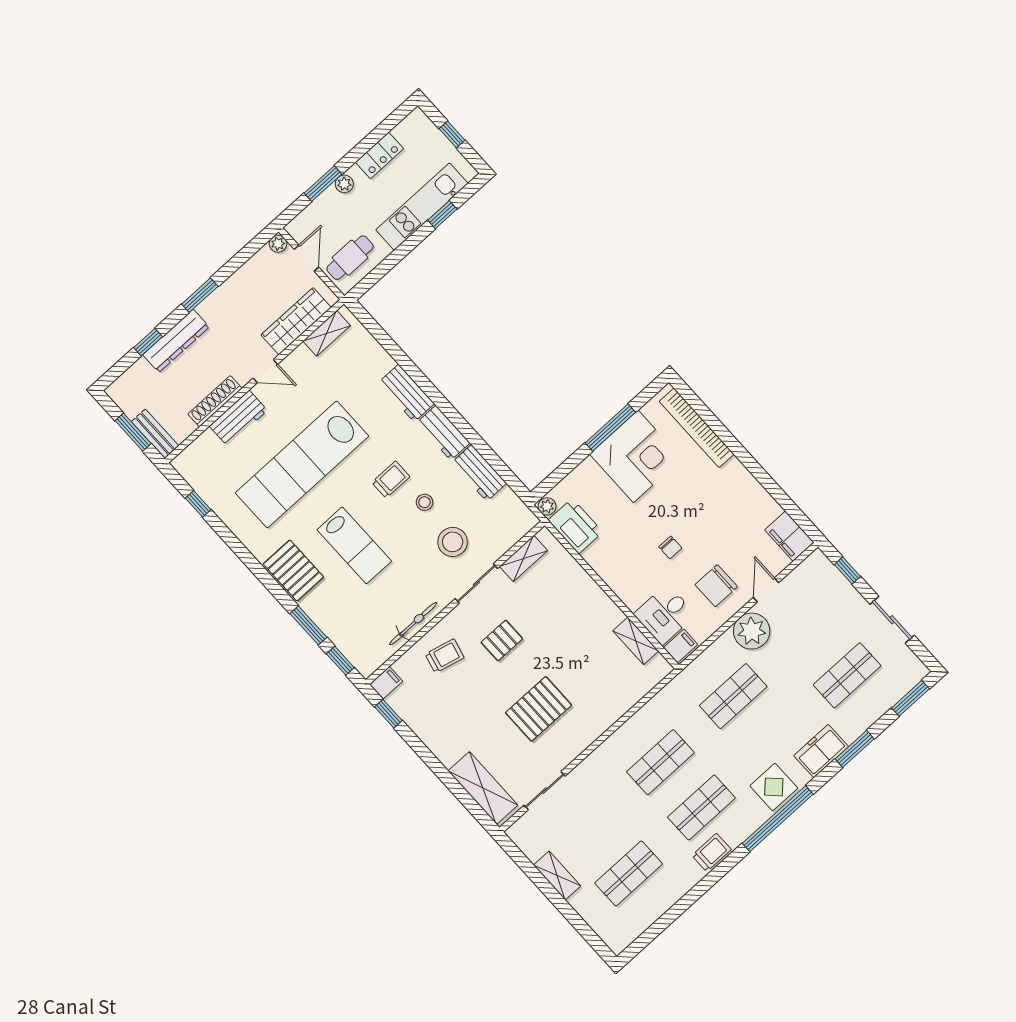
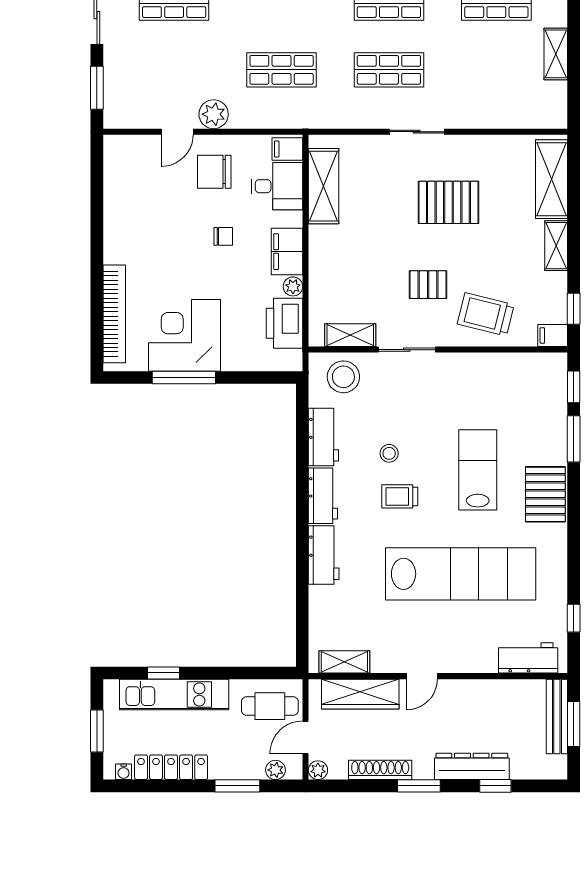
water cooler: (409, 123) -> (124, 772), added
window: (452, 134) -> (97, 731), width x1.50
locker: (379, 155) -> (171, 767), width x1.53
plant: (344, 184) -> (275, 770), moved
door: (265, 371) -> (422, 676), swing flipped
shoe rack: (215, 401) -> (380, 770), moved, turned 180
workbench: (238, 418) -> (528, 658), moved
bench: (155, 434) -> (557, 717), width x1.36
plant: (547, 506) -> (293, 286), moved
filing cabinet: (789, 536) -> (287, 252), moved, turned 180
stool: (453, 542) -> (343, 377), moved
chair: (670, 547) -> (223, 236), turned 90
window: (847, 570) -> (97, 88), width x1.50
chair: (716, 586) -> (214, 172), turned 180
bicycle: (413, 624) -> (487, 363), removed
plant: (752, 631) -> (214, 114), width x0.73, depth x0.73
shelving: (636, 641) -> (324, 186), width x1.50, depth x1.33
trolley: (445, 656) -> (486, 314), width x1.36, depth x1.39
shelving: (439, 746) -> (556, 246), added
sliding door: (545, 791) -> (417, 132), moved

